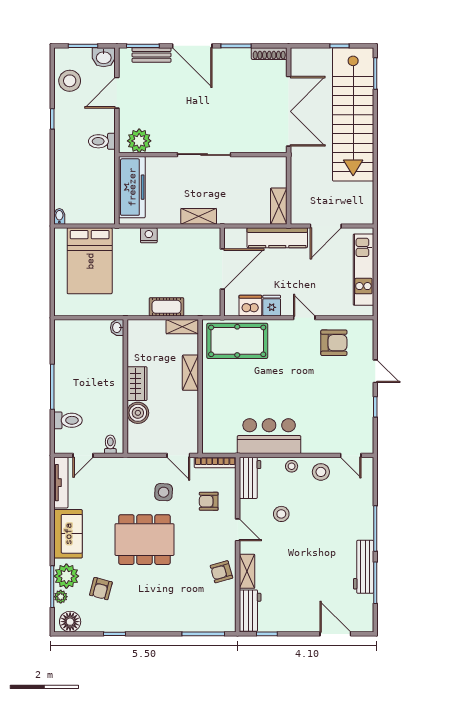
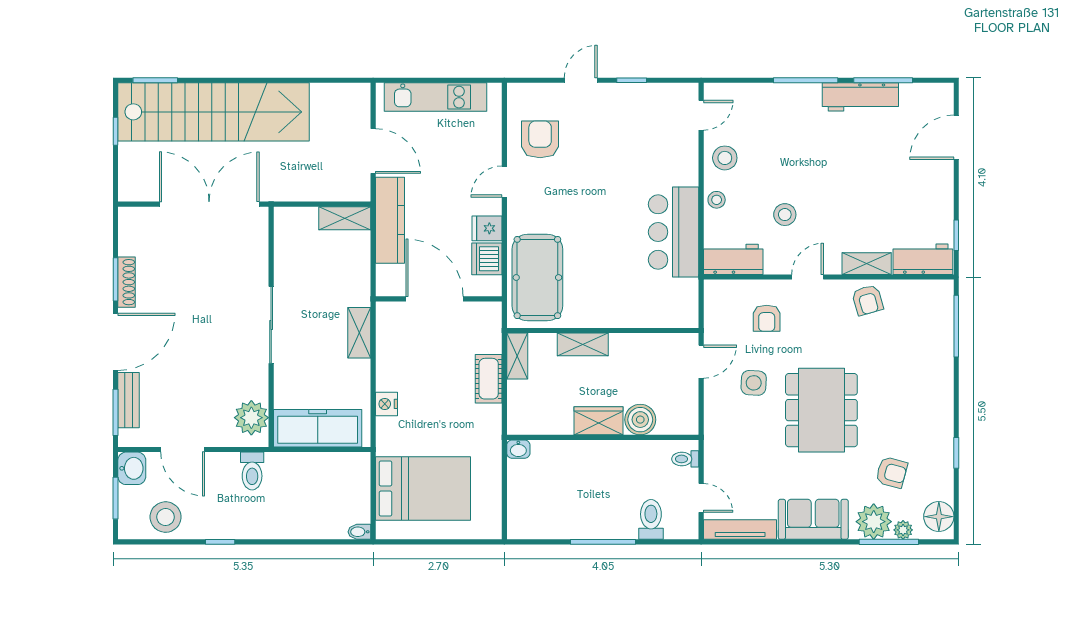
shoe rack: (269, 54) -> (127, 282), moved
bookcase: (215, 462) -> (711, 309), removed

